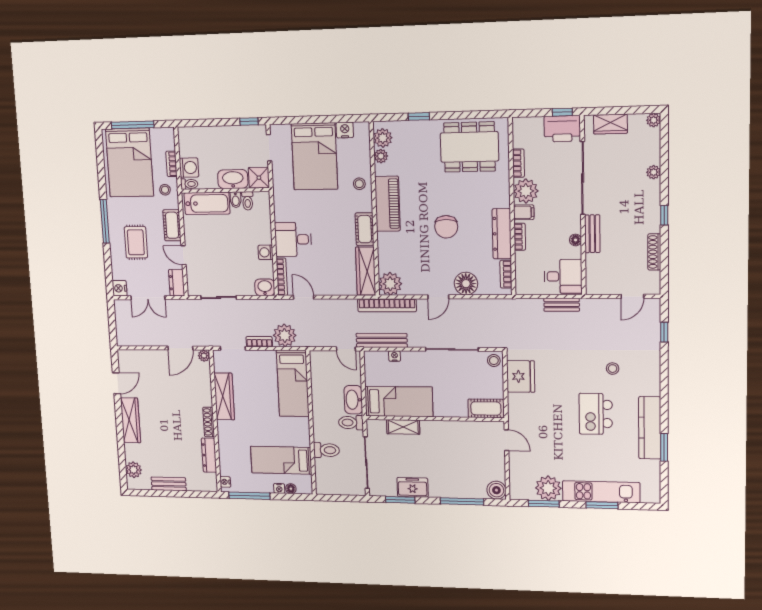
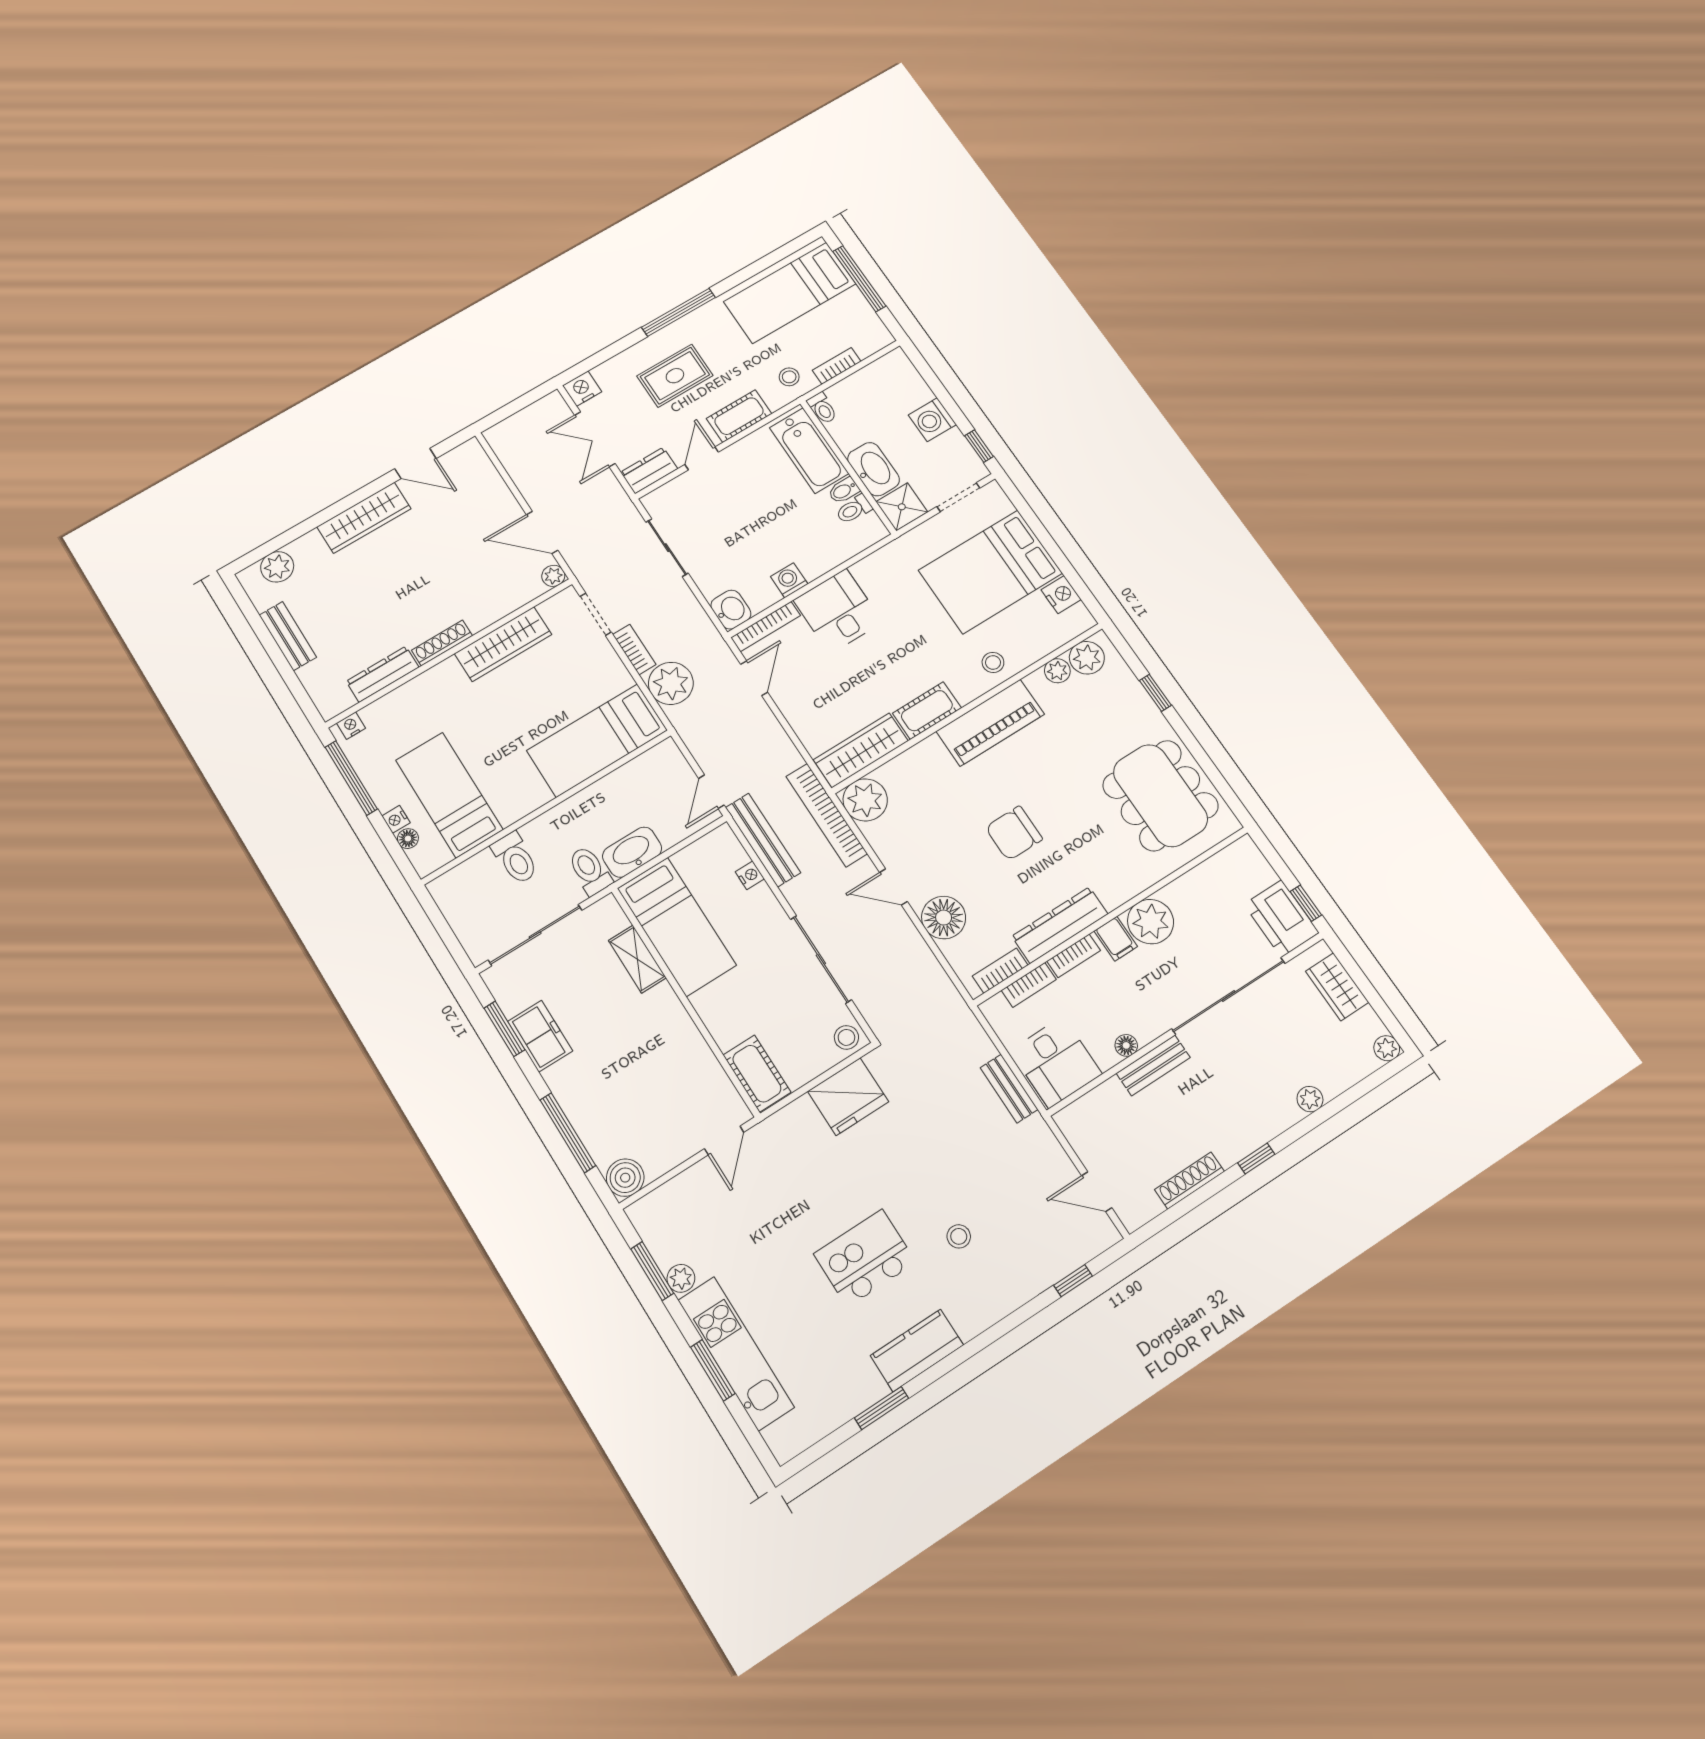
bed: (130, 163) -> (790, 293), width x0.67
bookcase: (519, 163) -> (1029, 985), moved
washing machine: (189, 168) -> (932, 420), moved, turned 90
kitchen counter: (650, 428) -> (917, 1350), width x0.67
plant: (548, 488) -> (681, 1278), width x0.53, depth x0.53

